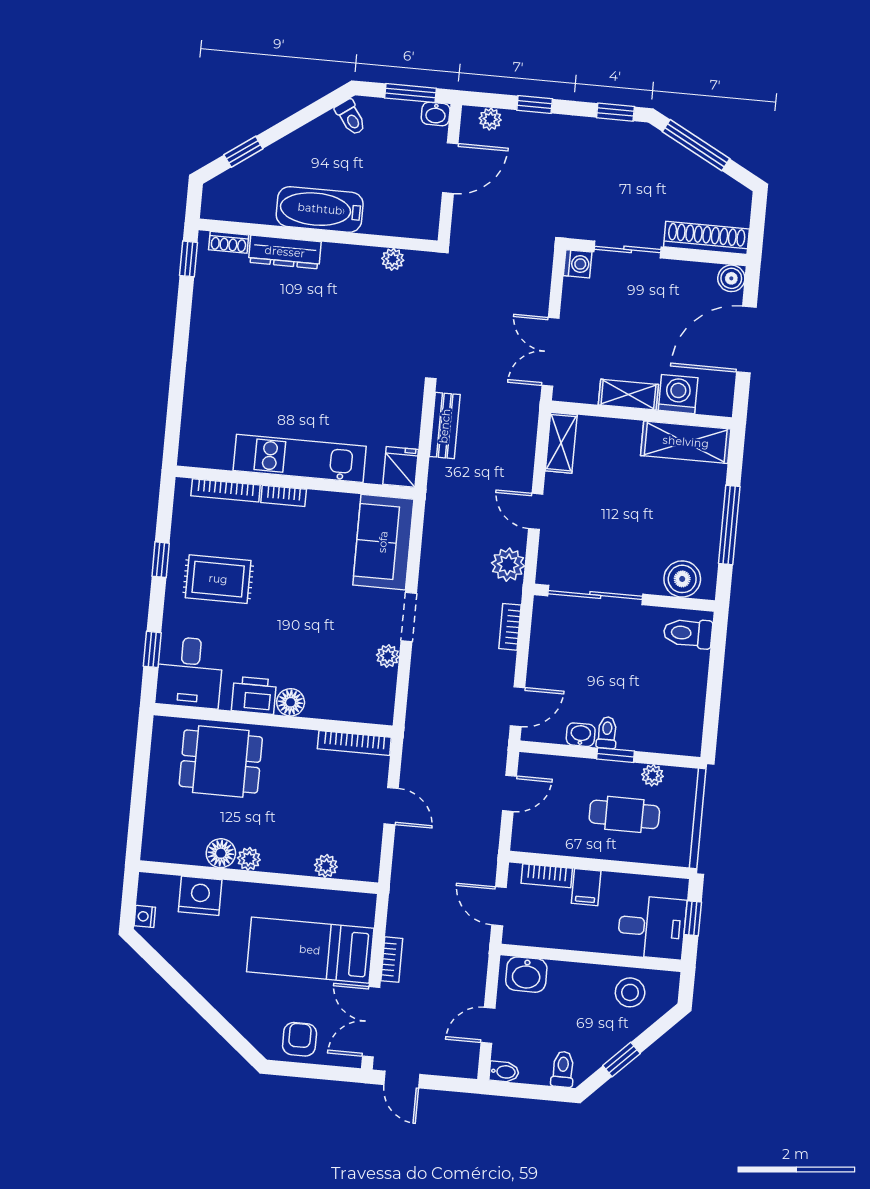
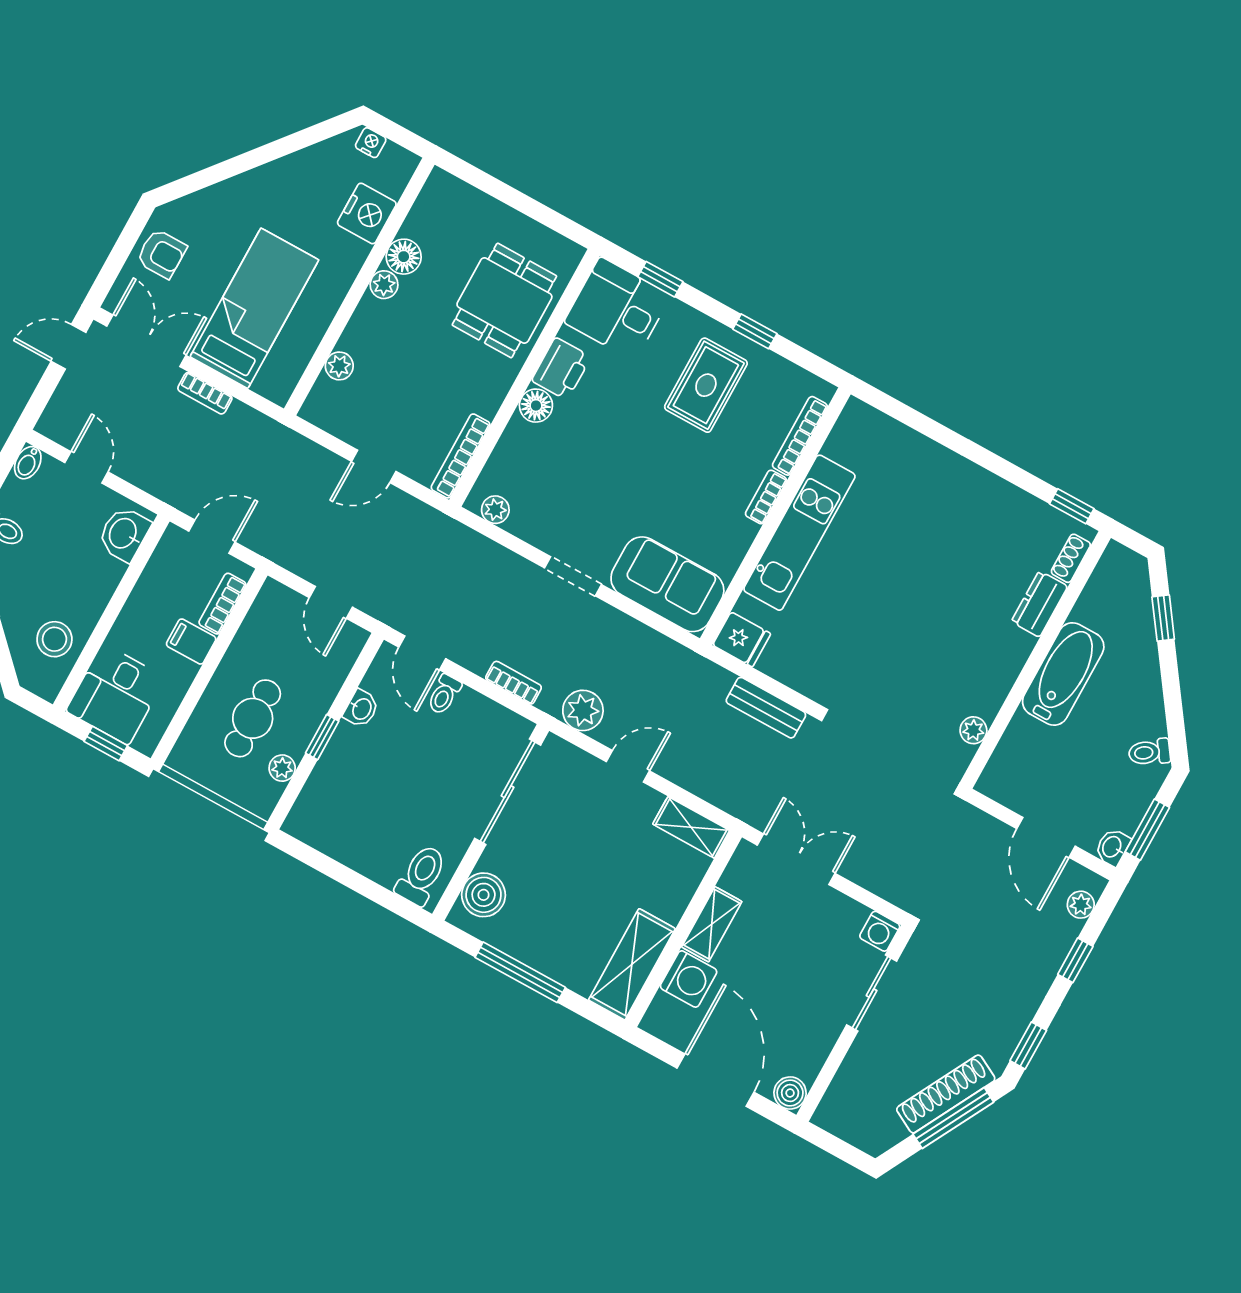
shoe rack: (706, 238) -> (946, 1094), moved, turned -152
dresser: (285, 252) -> (1039, 604), width x0.70
plant: (388, 656) -> (495, 510), moved
toilet: (607, 733) -> (444, 694), moved, turned 90

